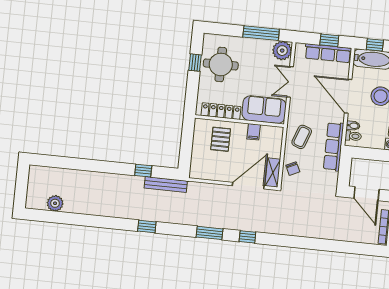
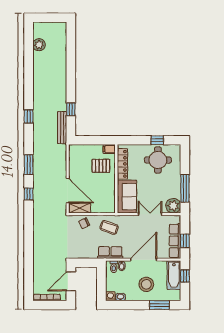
filing cabinet: (254, 132) -> (109, 149), moved
row of seats: (334, 147) -> (110, 253), width x0.68

